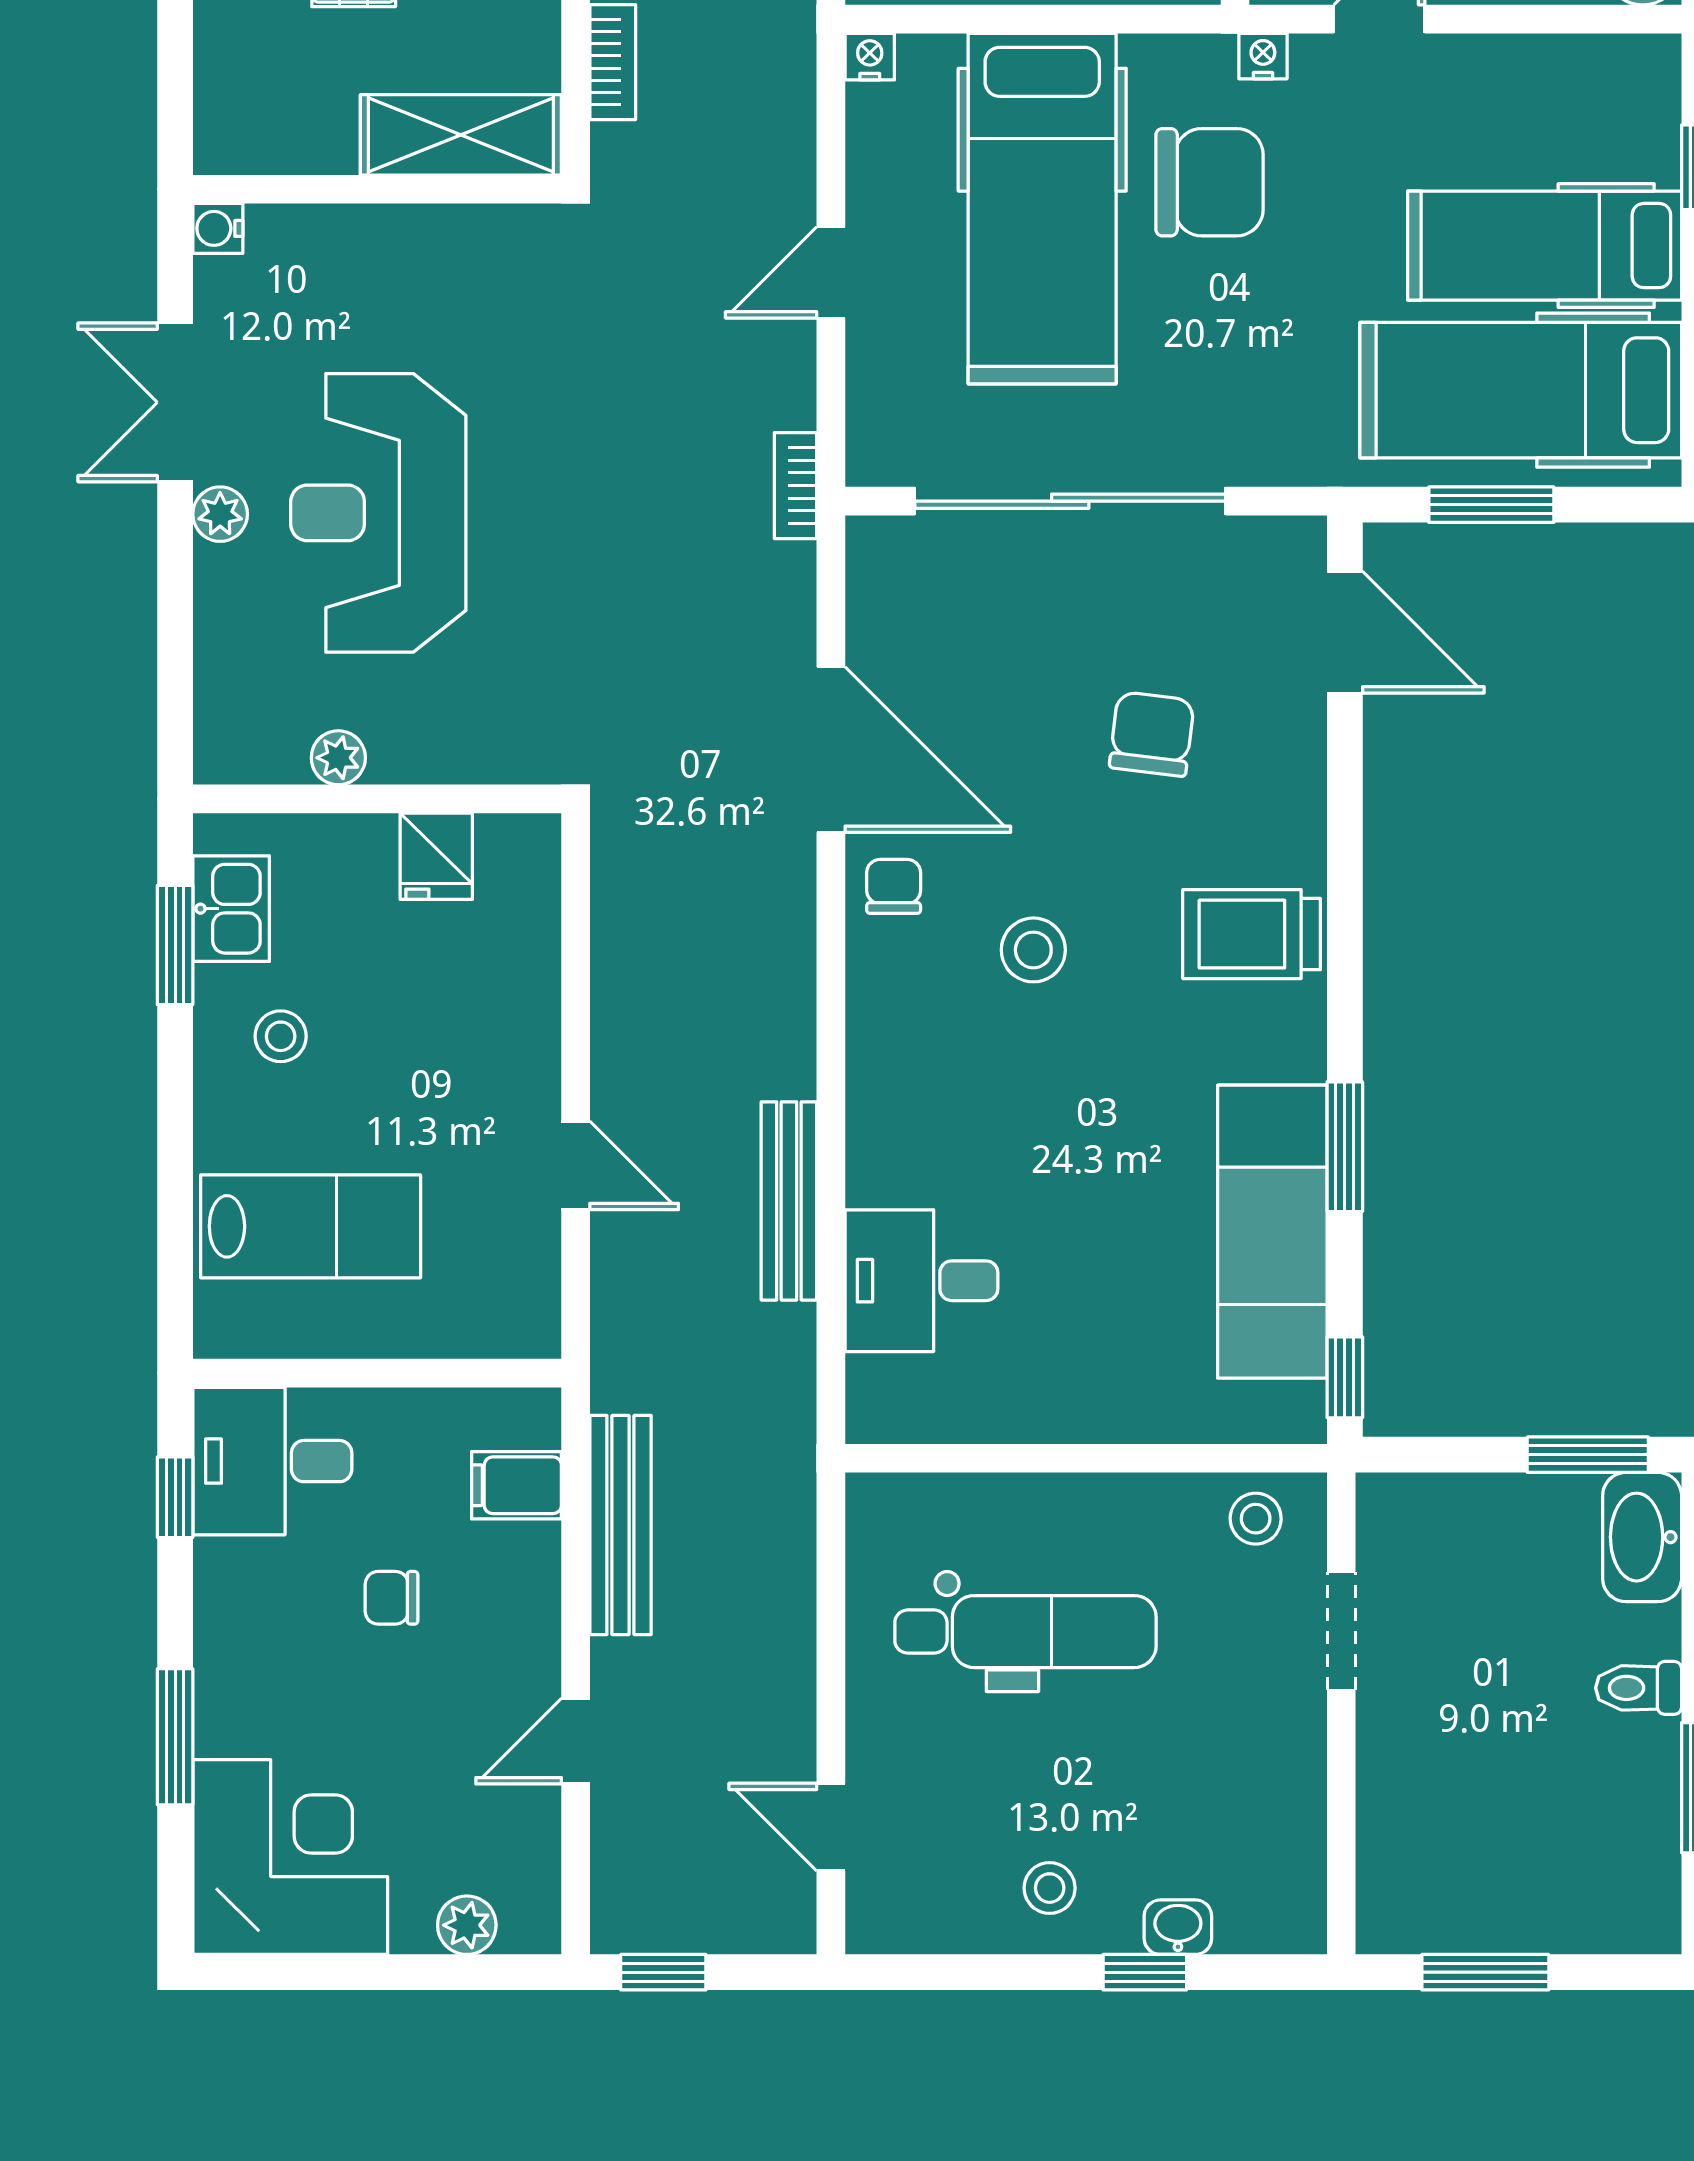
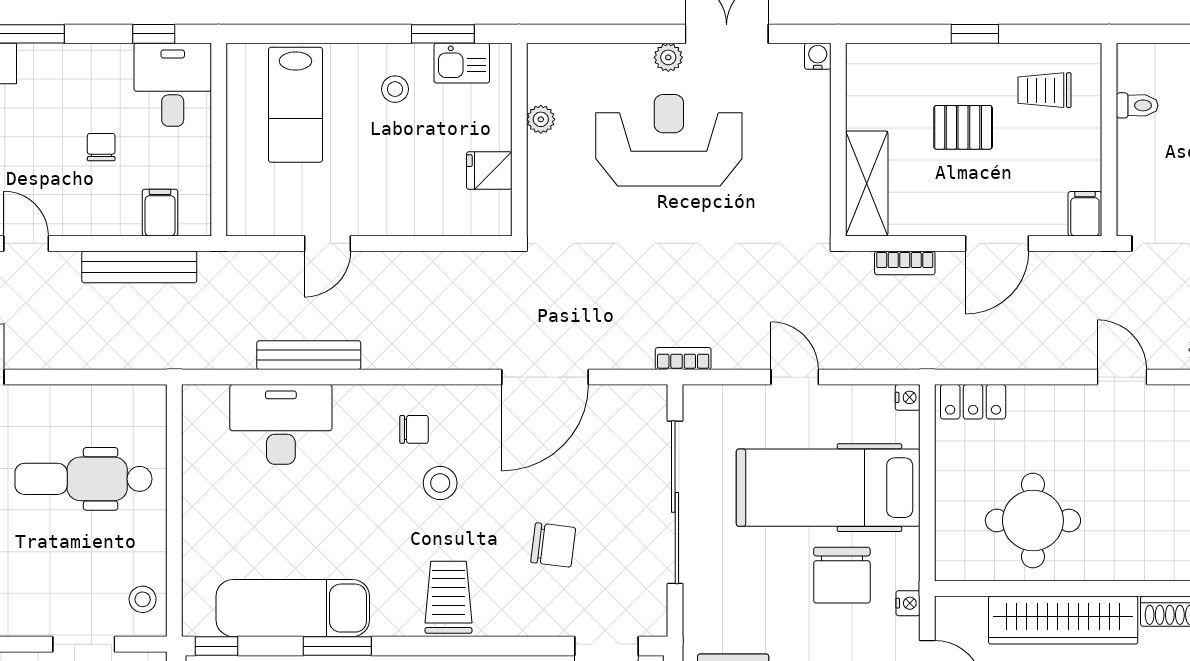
chair: (894, 886) -> (414, 429), moved
desk: (921, 1281) -> (281, 424), width x1.37
dental chair: (1025, 1632) -> (83, 479), turned 90

